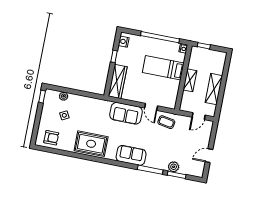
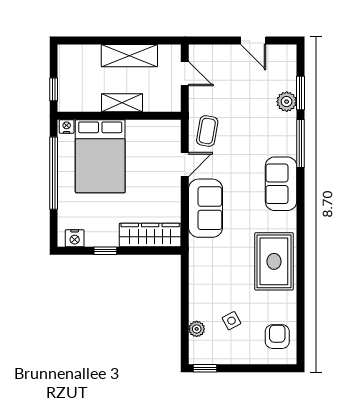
bed: (163, 68) -> (100, 156), width x1.50

